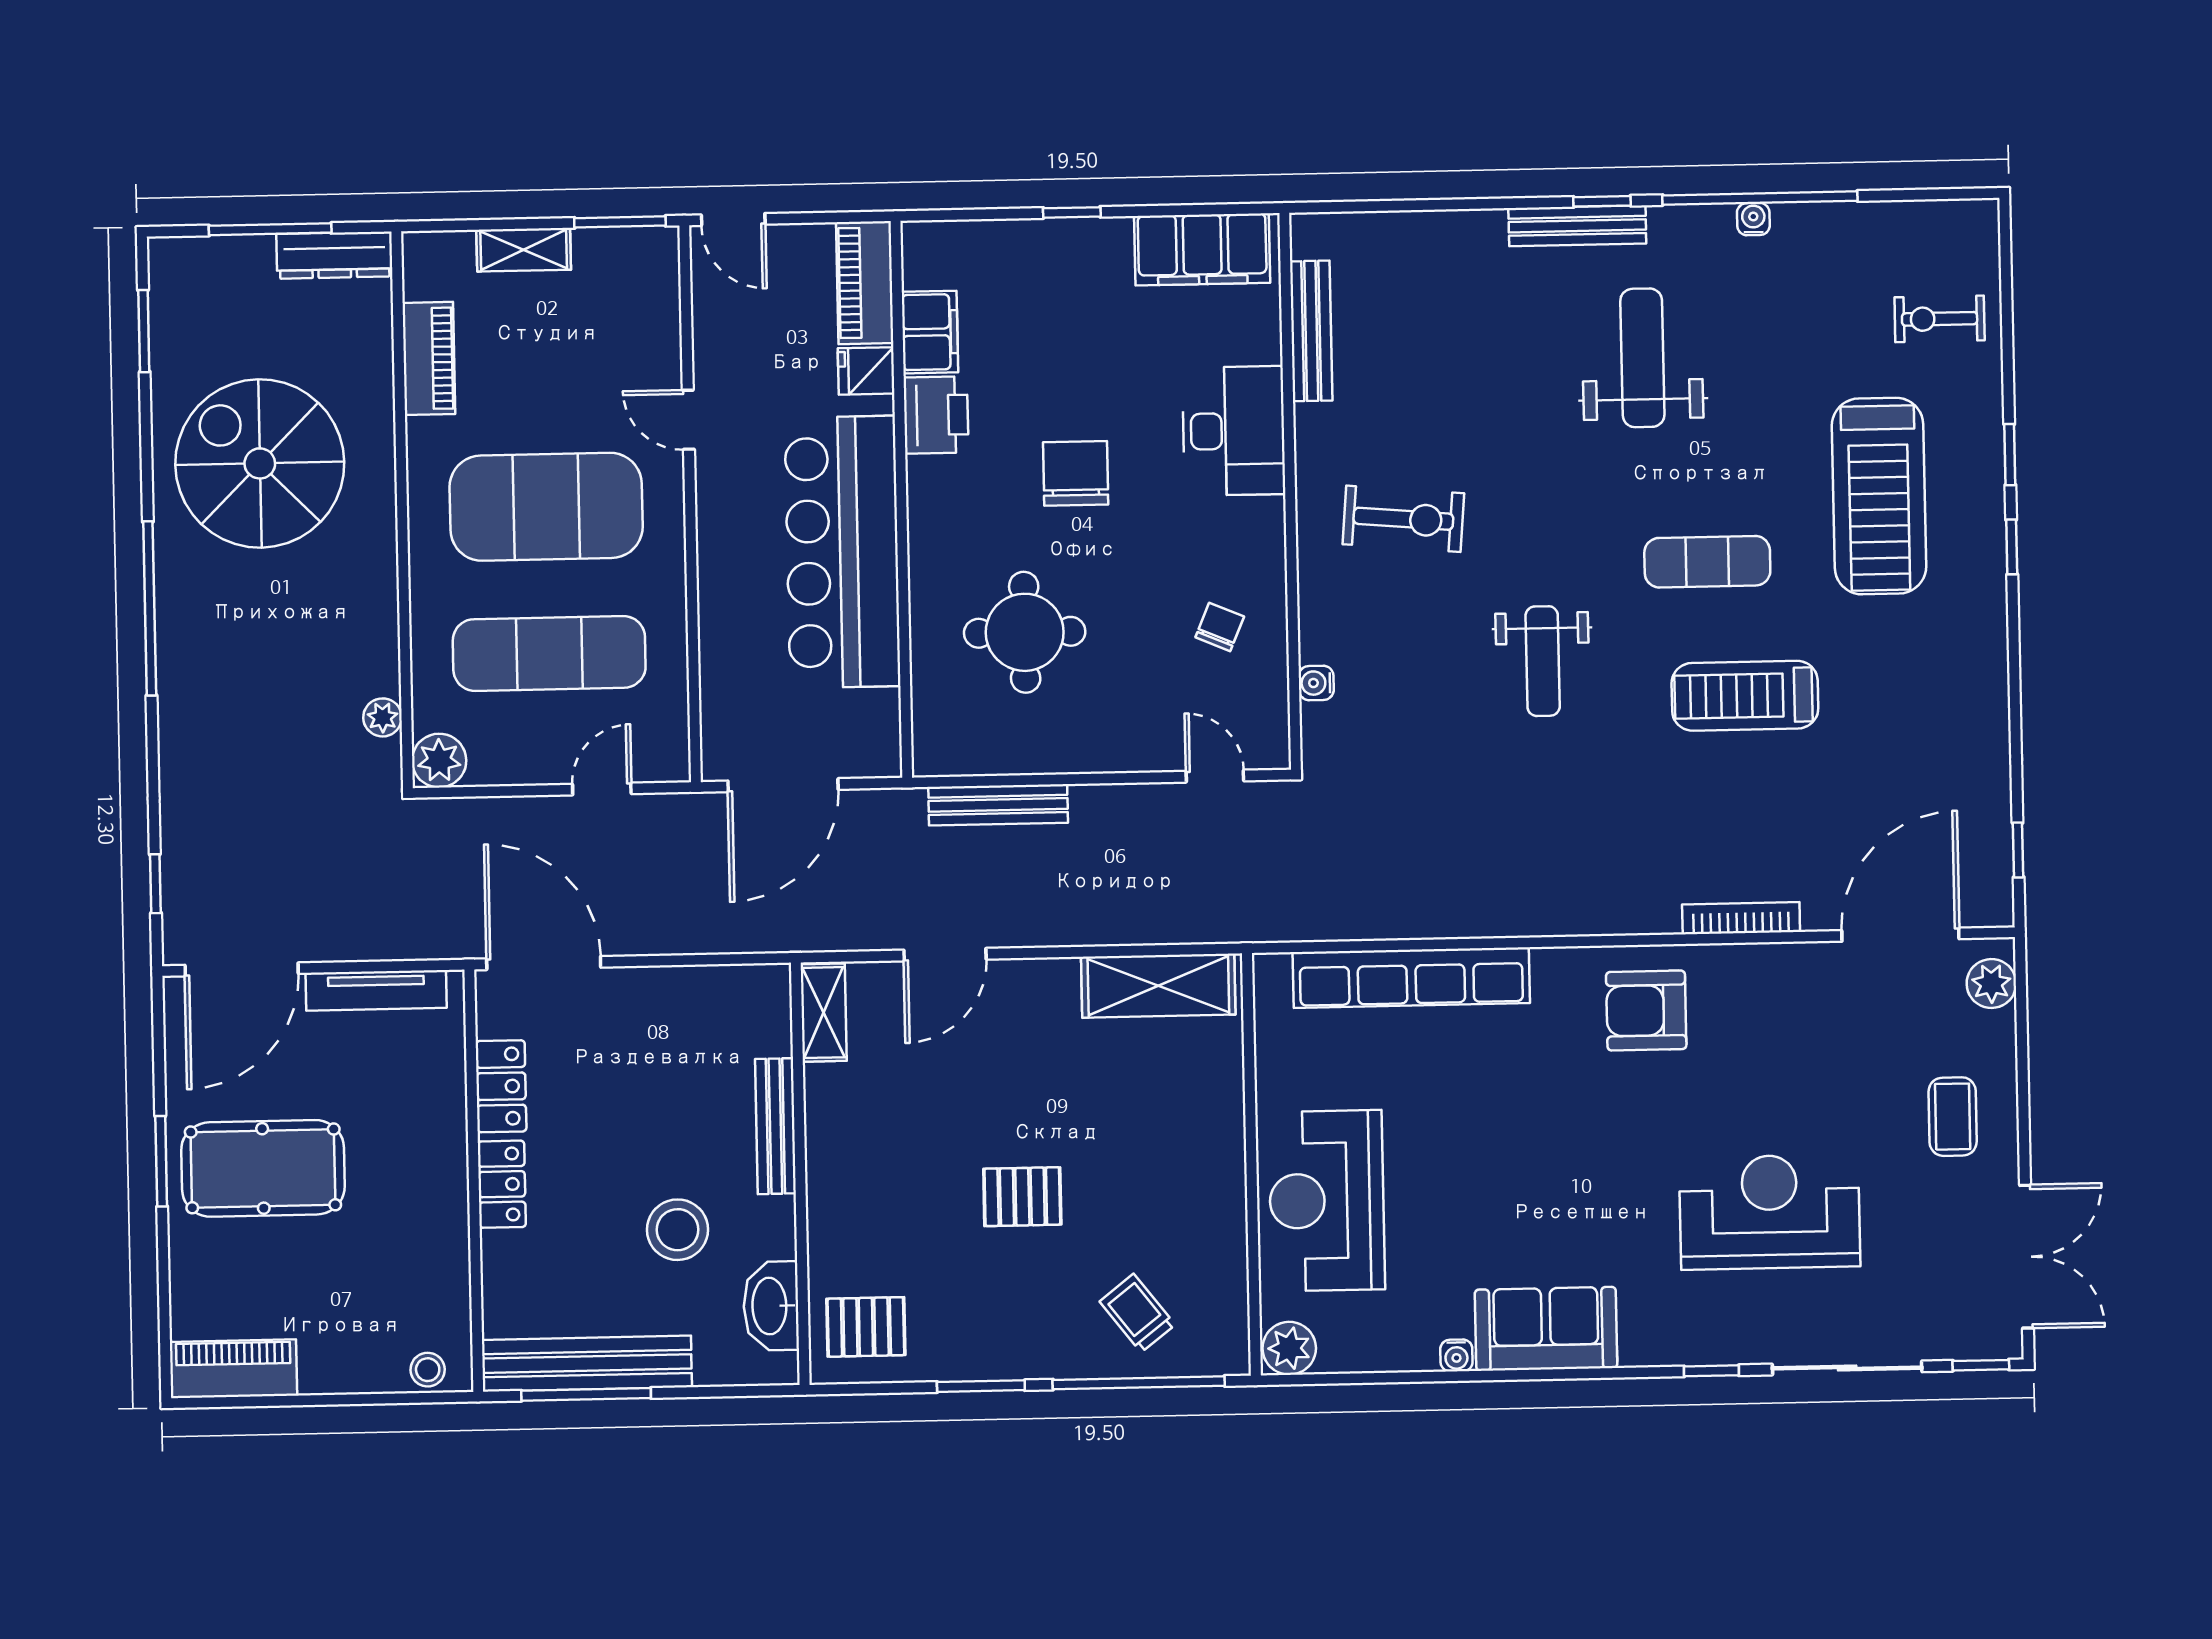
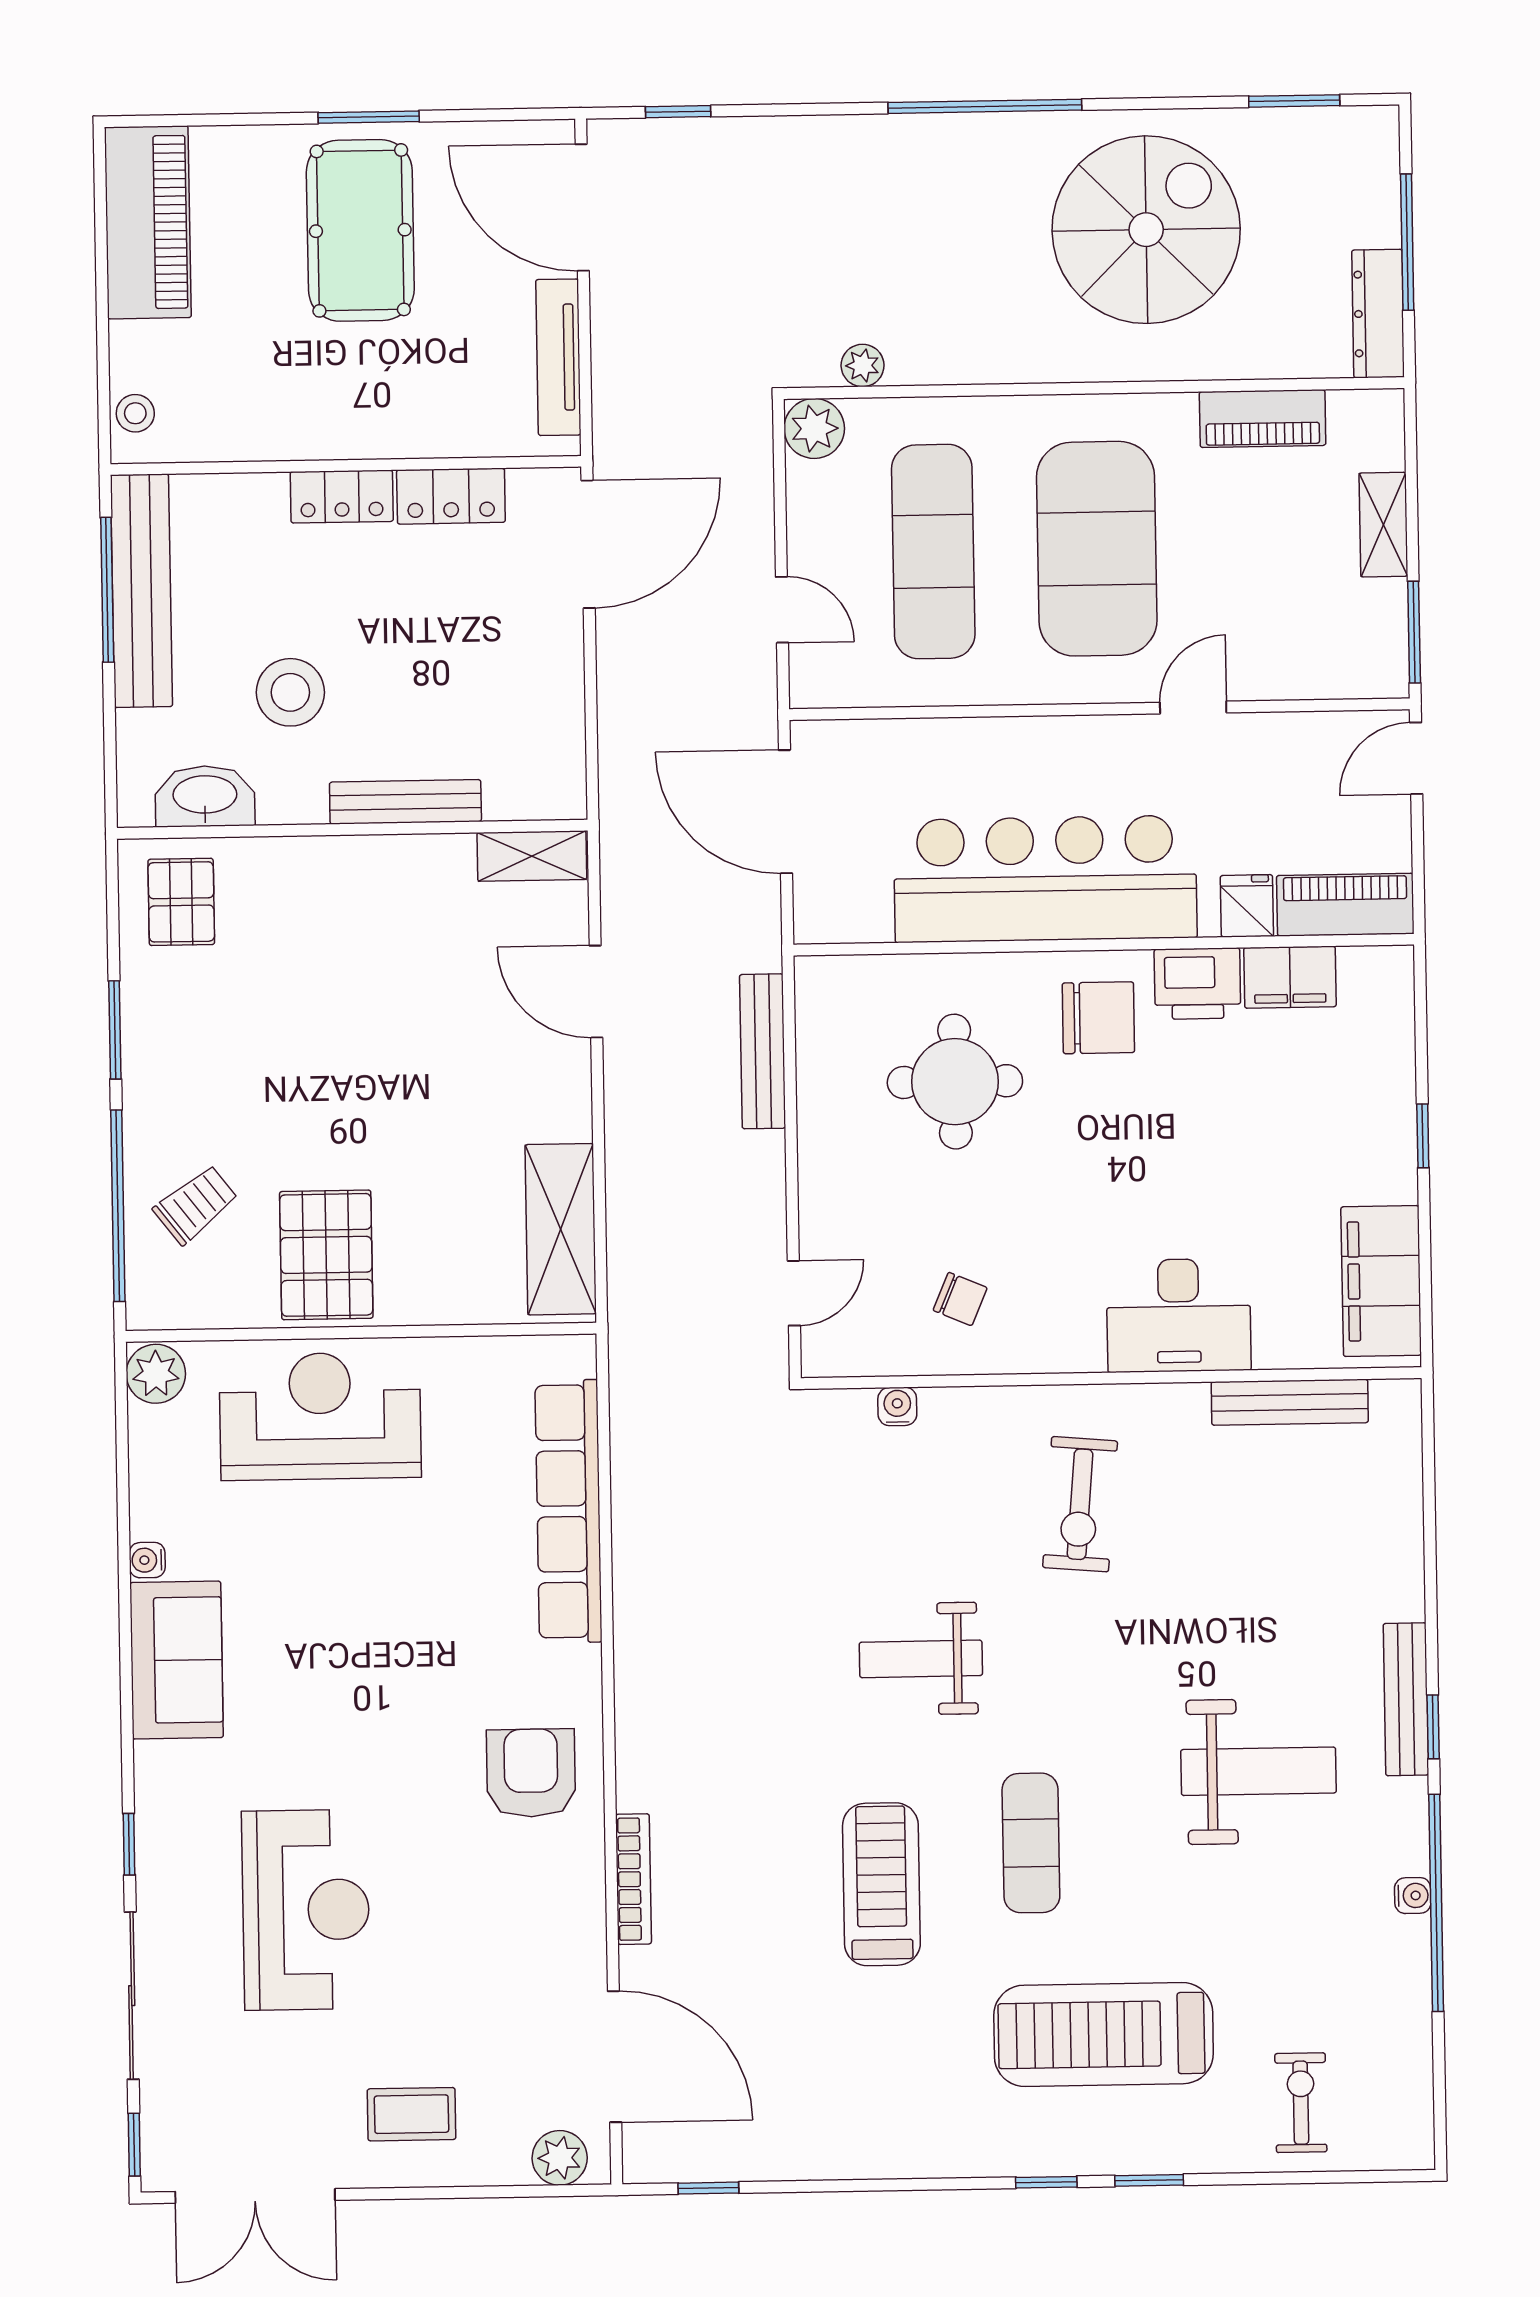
chair: (1076, 473) -> (1098, 1018), moved
pallet: (1022, 1197) -> (326, 1255), moved, width x1.50, depth x1.42
piano: (233, 1369) -> (148, 222), width x1.37, depth x1.33

